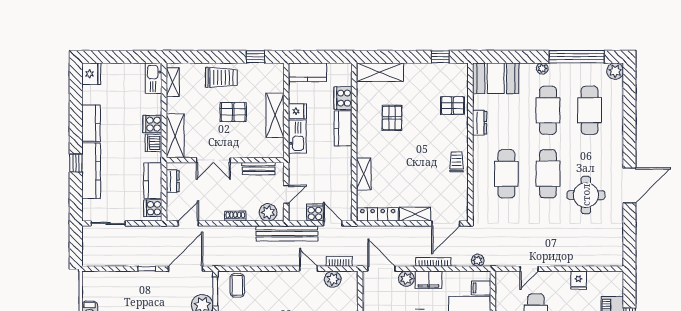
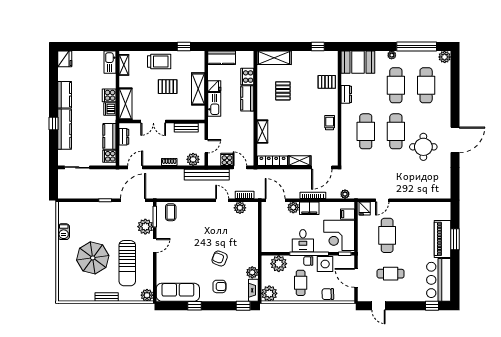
fridge: (579, 280) -> (365, 209), moved

